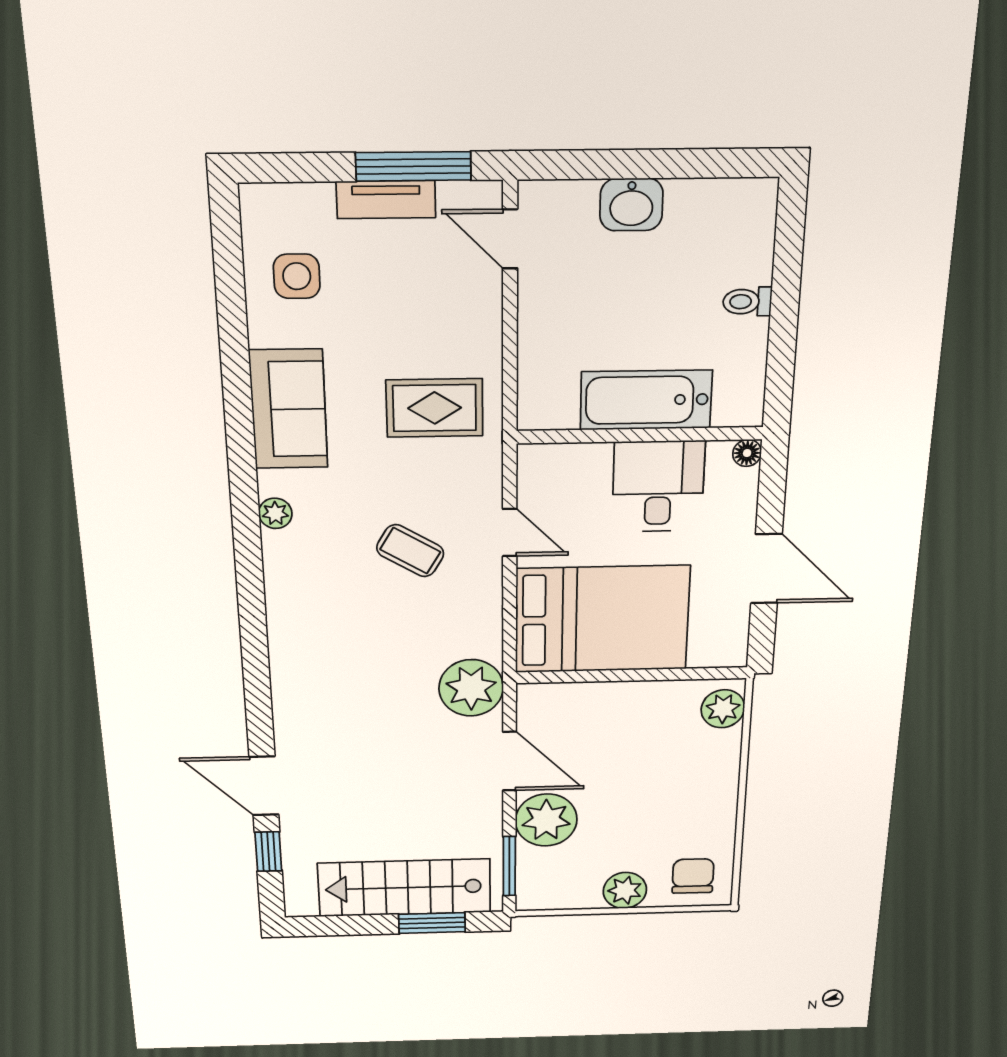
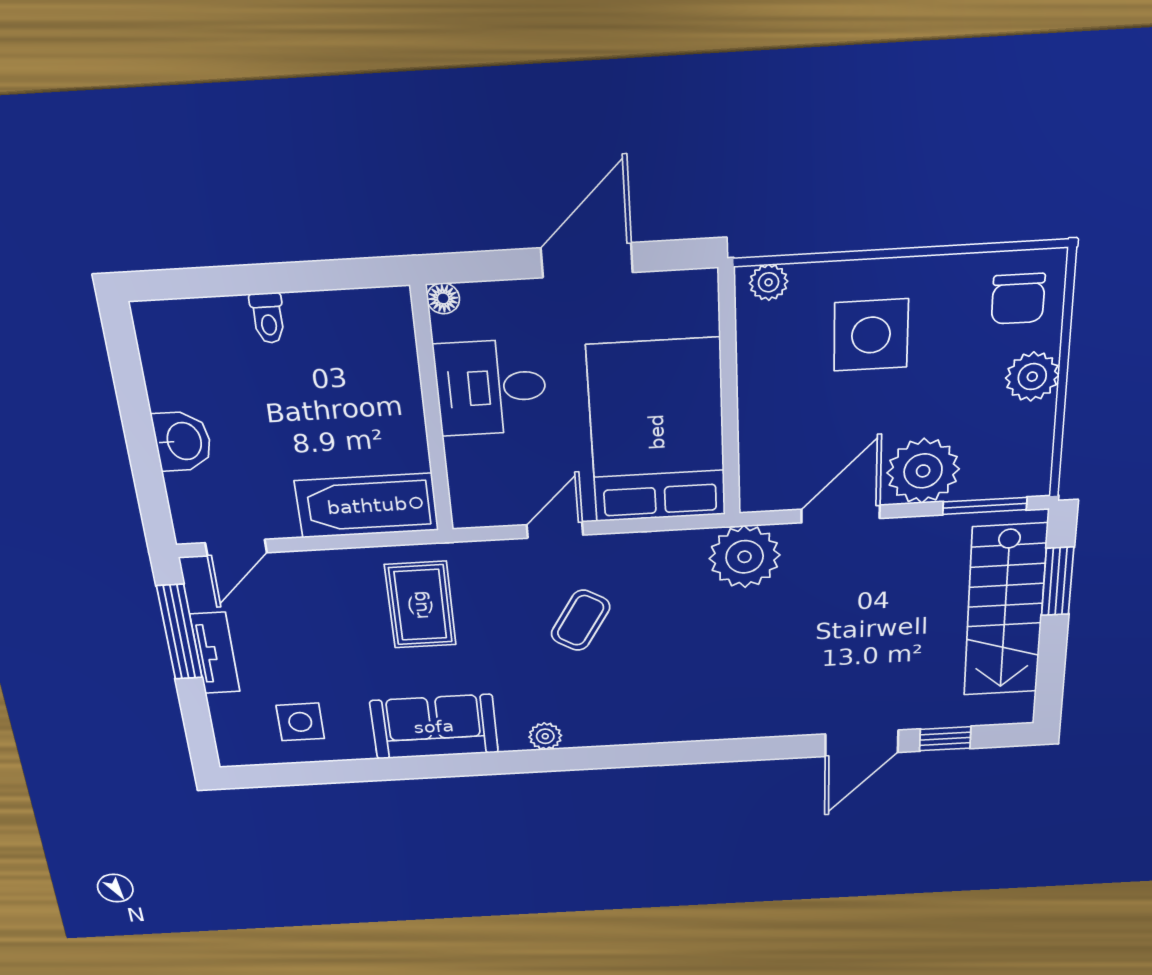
bathtub: (646, 400) -> (367, 506), moved, turned 90
plant: (723, 709) -> (769, 282), width x0.73, depth x0.73
side table: (674, 778) -> (871, 335), added
chair: (693, 876) -> (1018, 299), turned -90

